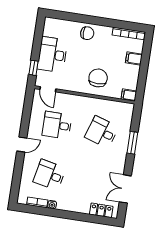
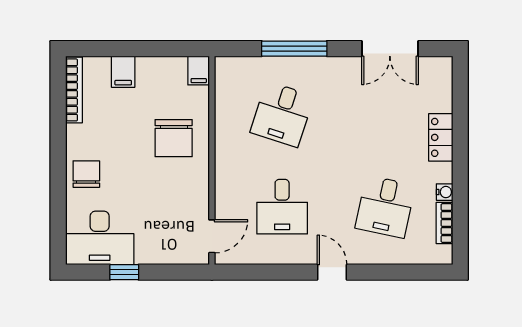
desk: (52, 55) -> (100, 238), moved
window: (33, 68) -> (124, 272), moved
chair: (98, 78) -> (174, 138), turned -90
window: (132, 143) -> (294, 49), width x1.44
locker: (101, 210) -> (441, 137), moved

